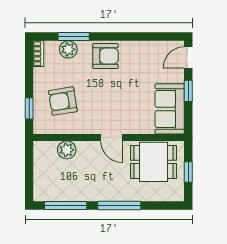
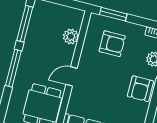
armchair: (63, 101) -> (112, 44), turned 99
window: (29, 108) -> (113, 14), width x1.50

